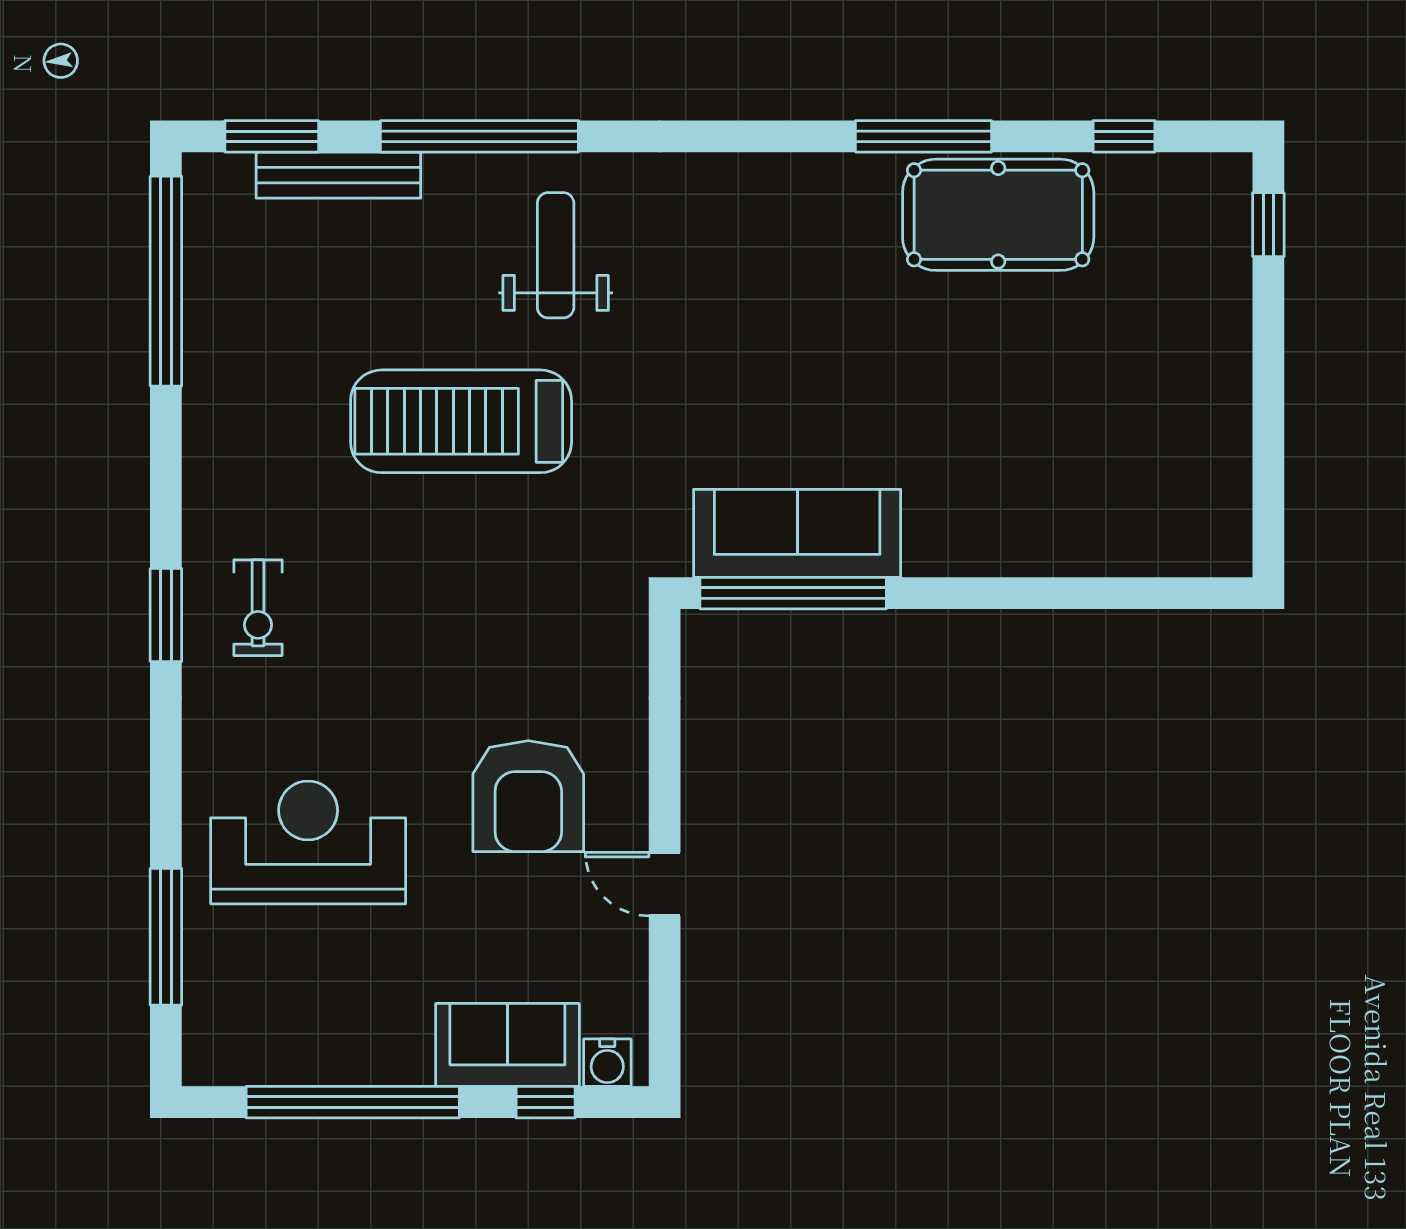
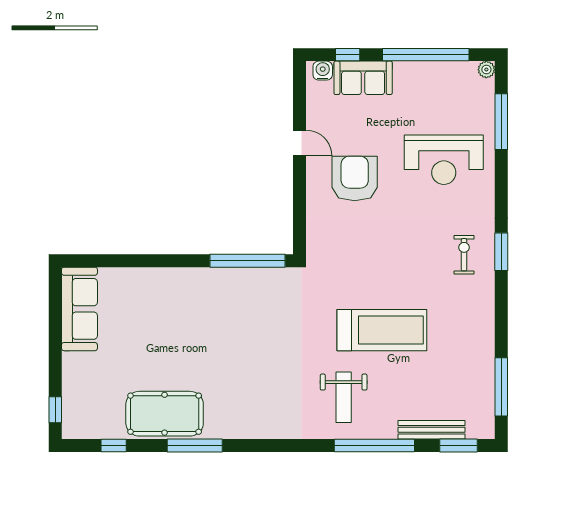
window: (166, 281) -> (501, 387), width x0.68
sofa: (797, 533) -> (79, 309), moved, turned -90
plant: (203, 1065) -> (486, 70), added

